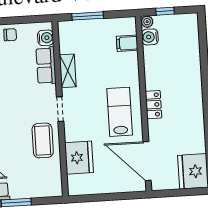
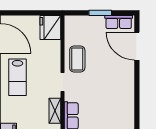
fridge: (79, 158) -> (50, 28), moved

